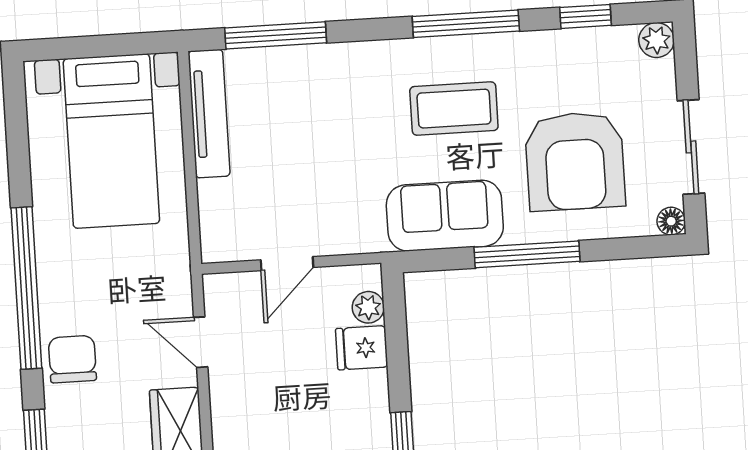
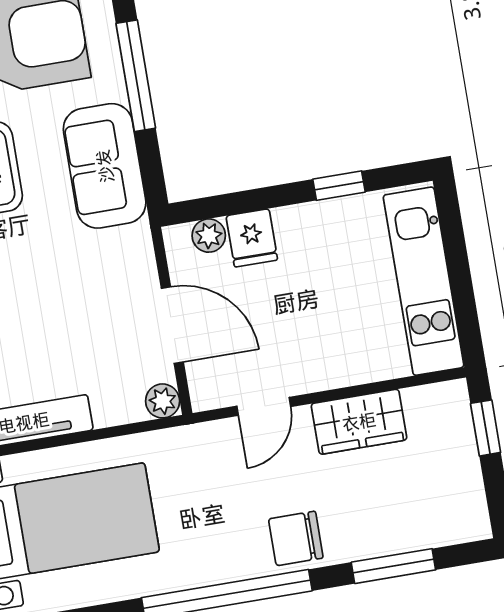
plant: (216, 247) -> (163, 401), added
door: (287, 264) -> (172, 325), width x1.38

